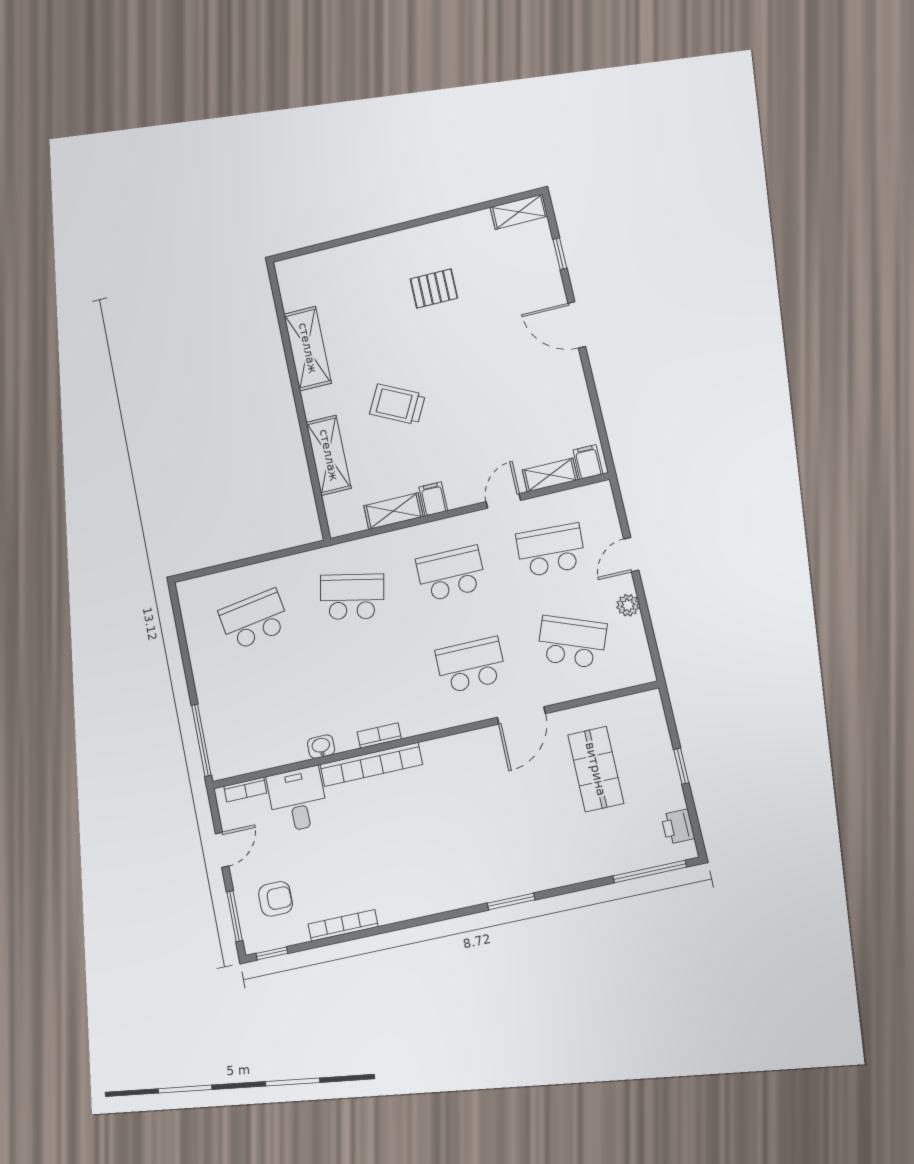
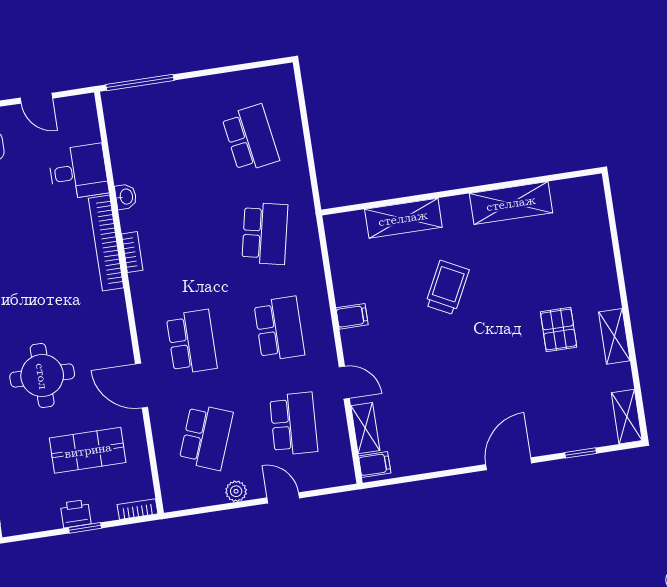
shelving: (393, 511) -> (614, 336), moved
bookcase: (245, 790) -> (138, 509), moved, turned 90
round table: (518, 824) -> (42, 376), added
printer: (678, 826) -> (76, 514), moved

